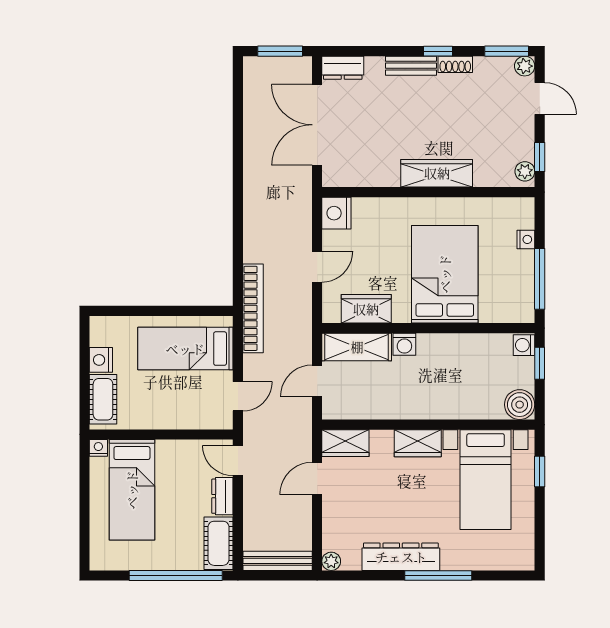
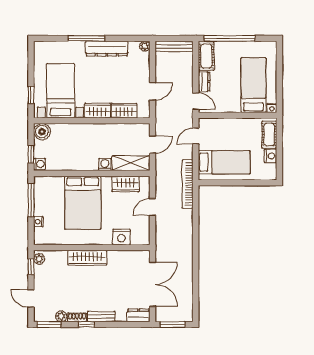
plant: (525, 66) -> (61, 316), moved
nightstand: (336, 213) -> (121, 237), moved, turned 90
wardrobe: (345, 443) -> (124, 111), moved

